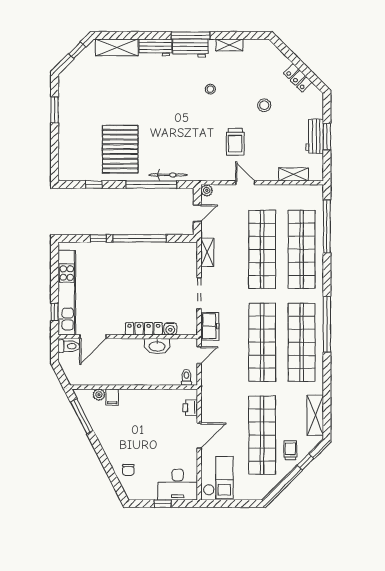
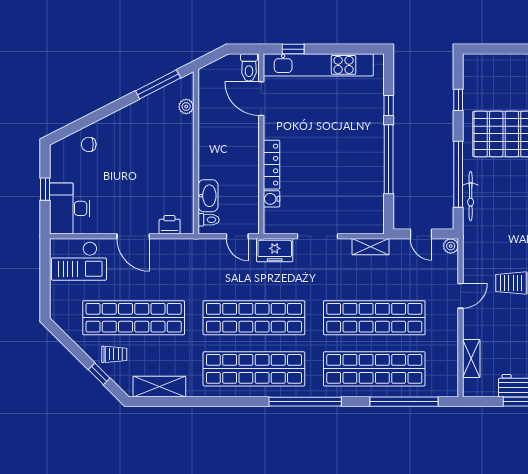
window: (327, 324) -> (305, 402), moved
washbasin: (157, 346) -> (208, 196), moved, turned 180
filing cabinet: (112, 397) -> (183, 124), removed

